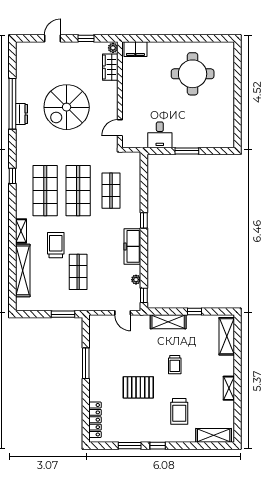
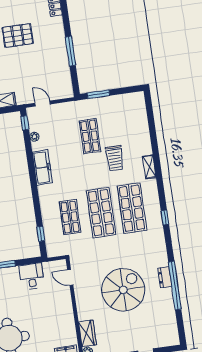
door: (120, 128) -> (70, 277), swing flipped
window: (144, 220) -> (41, 234), moved
shelving: (23, 270) -> (142, 130), removed

